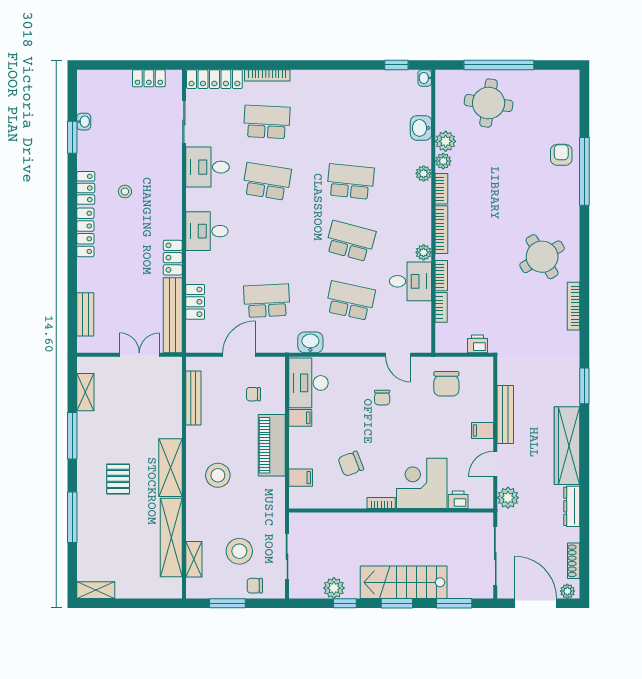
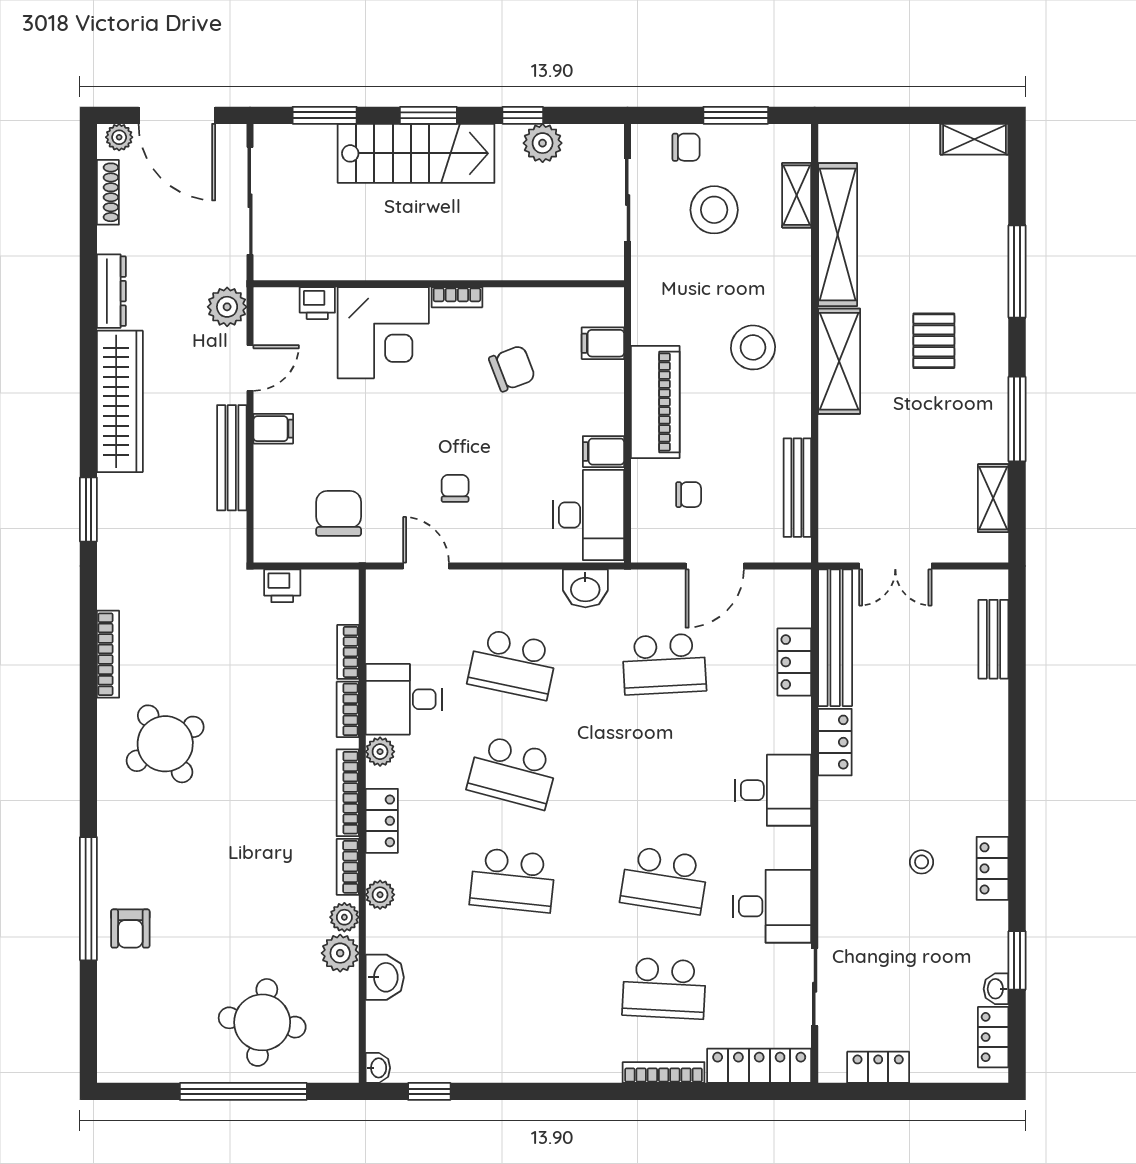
locker: (423, 214) -> (382, 821), added
locker: (85, 232) -> (993, 1037), moved, width x0.66

